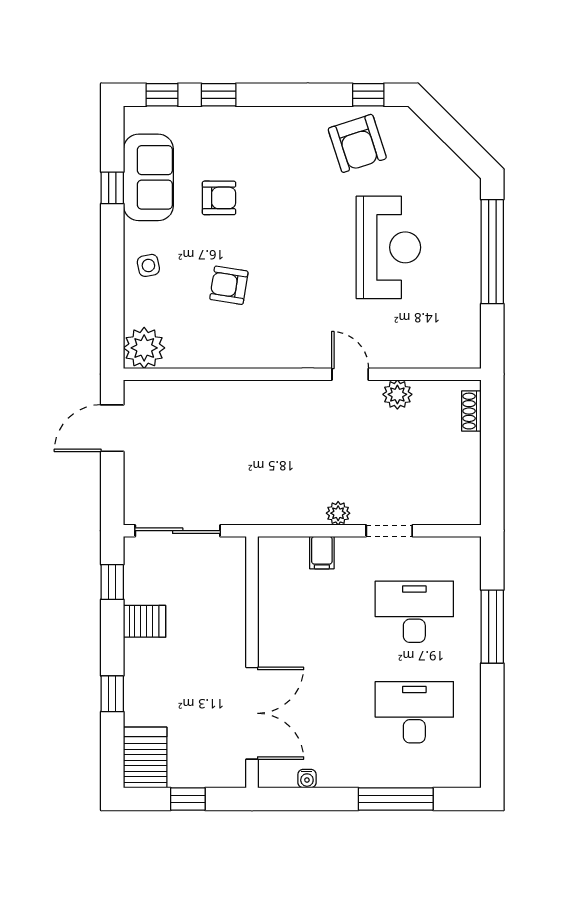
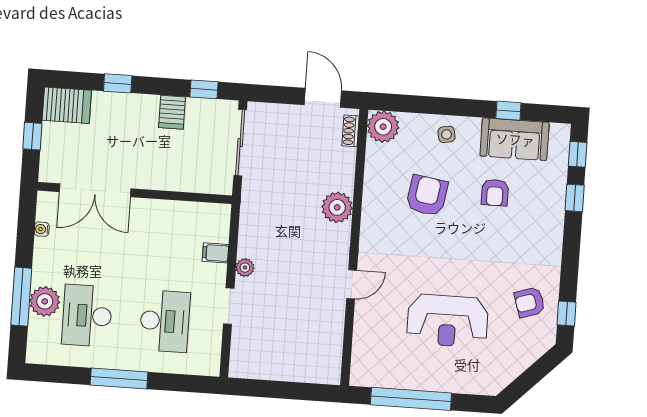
armchair: (357, 143) -> (530, 302), width x0.72, depth x0.72
window: (492, 252) -> (411, 399), moved
armchair: (229, 285) -> (427, 195), width x1.38, depth x1.38
plant: (397, 394) -> (337, 207), moved, width x1.36, depth x1.36
shoe rack: (471, 411) -> (350, 131), moved, turned -90
window: (492, 627) -> (119, 378), moved
desk: (414, 712) -> (87, 316), turned 180
plant: (400, 768) -> (45, 301), added

